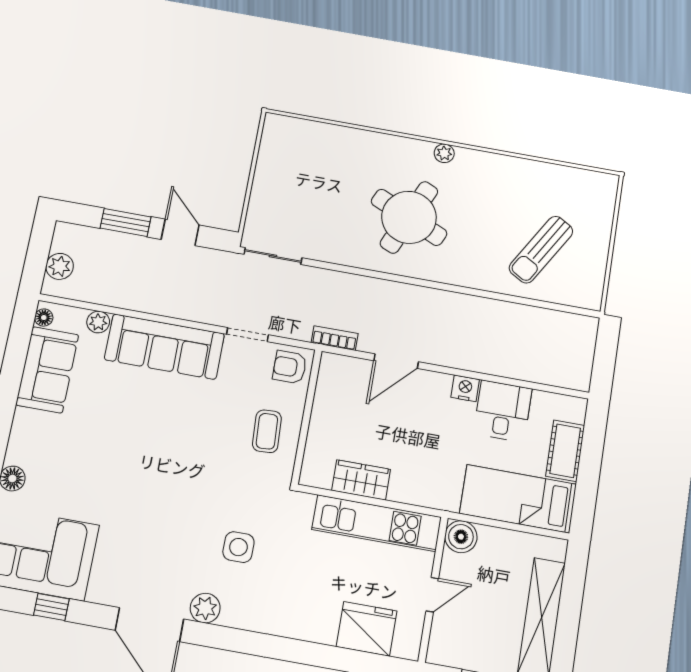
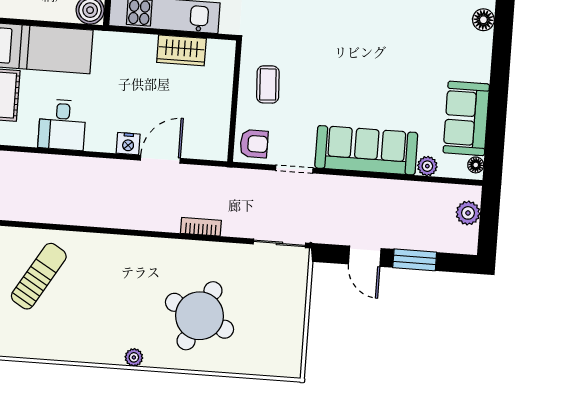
round table: (409, 217) -> (199, 316), moved
bookcase: (335, 338) -> (201, 227), moved, turned 180
nightstand: (465, 388) -> (128, 144), moved

